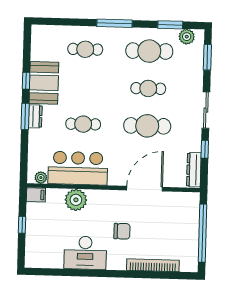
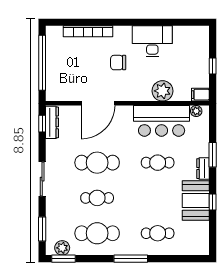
window: (170, 25) -> (63, 259), moved
window: (25, 116) -> (213, 155), moved
window: (205, 149) -> (42, 124), moved

